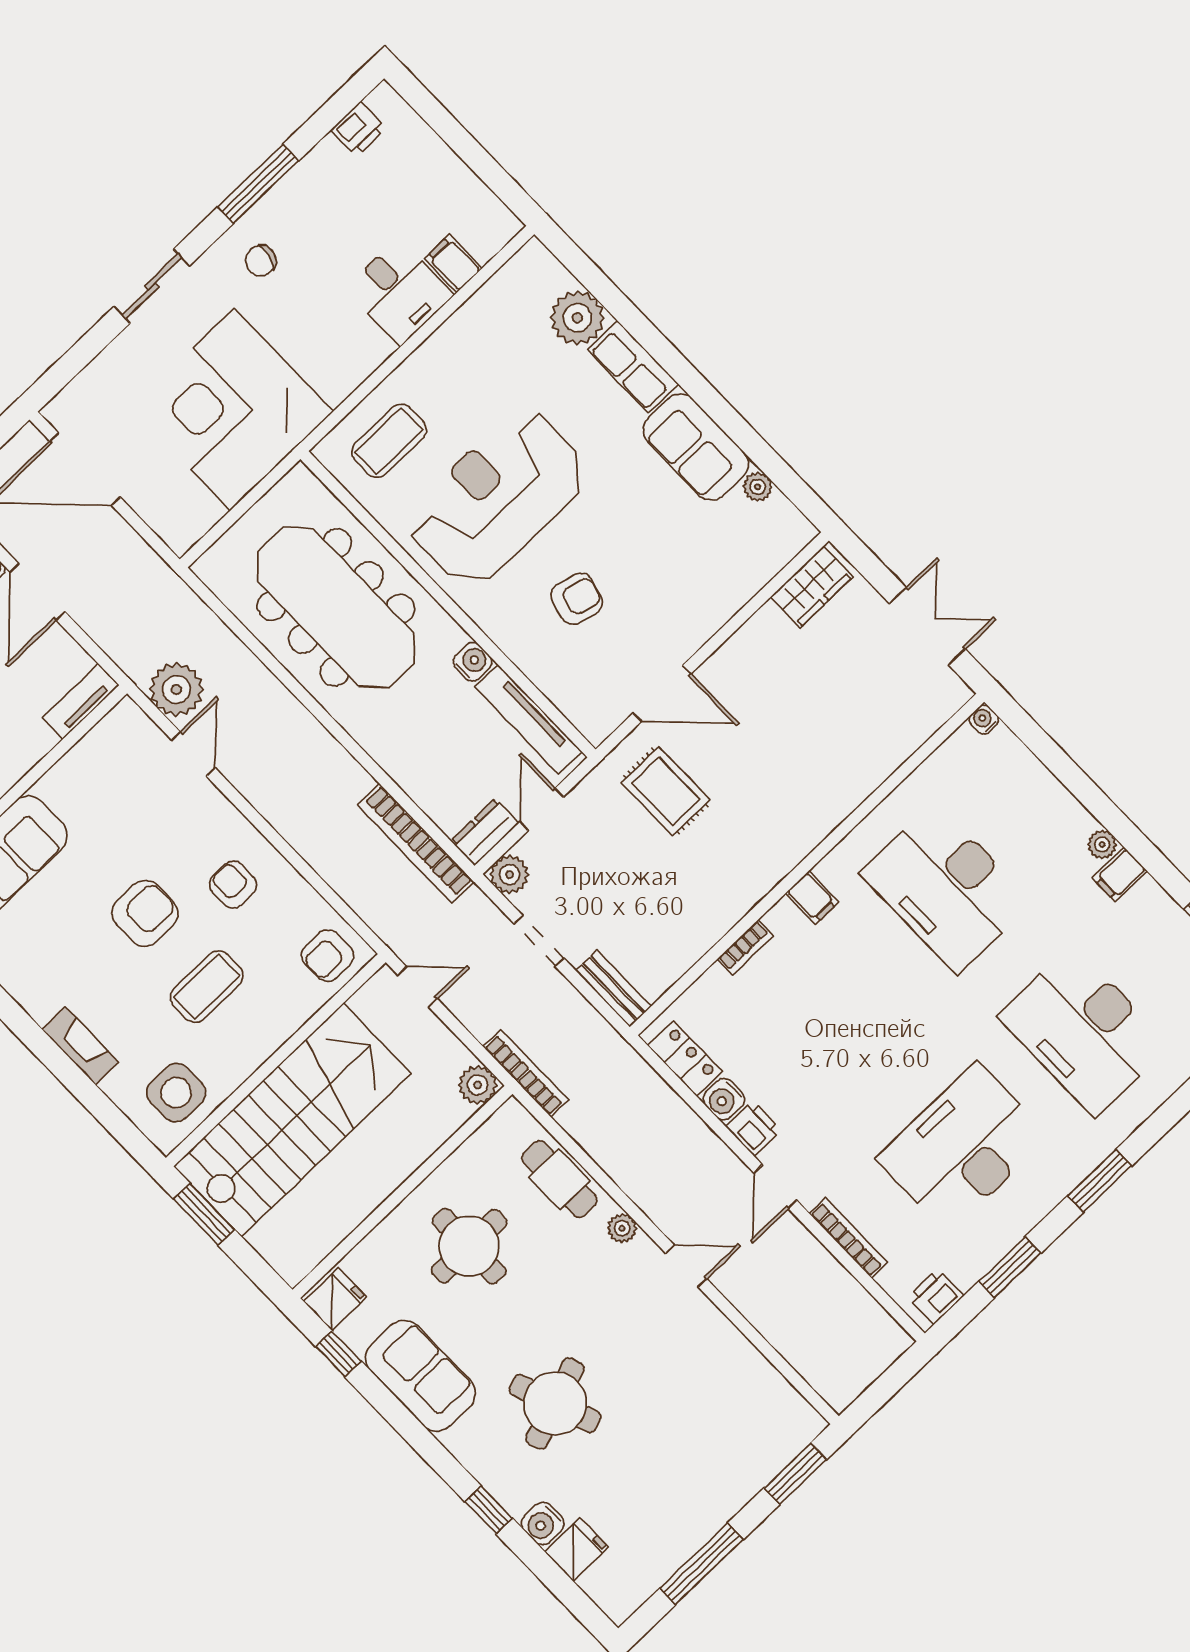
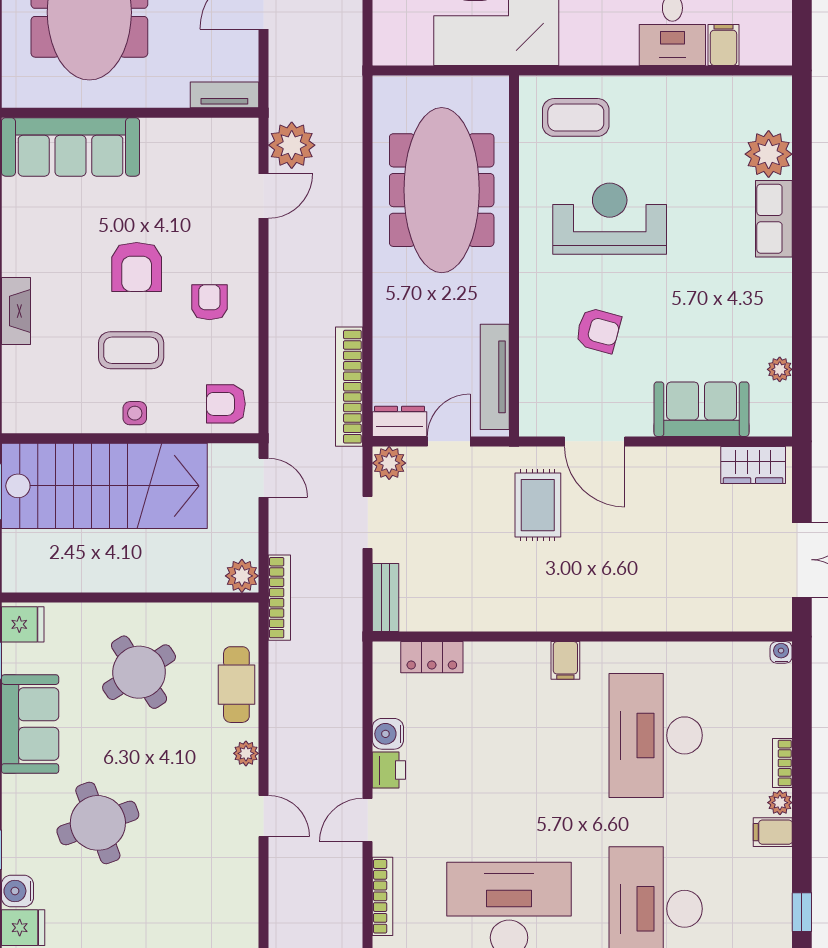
sofa: (696, 447) -> (701, 409), moved, turned 90
reception desk: (497, 497) -> (610, 219), width x0.74, depth x0.77
water cooler: (473, 662) -> (495, 307), removed
armchair: (145, 913) -> (137, 267), turned 90
bookcase: (745, 947) -> (782, 763), moved, turned 90
locker: (685, 1059) -> (432, 657), moved, turned 90
side table: (176, 1093) -> (135, 413), moved, width x0.54, depth x0.54
round table: (469, 1246) -> (139, 672), turned -33

